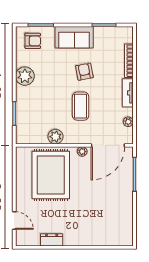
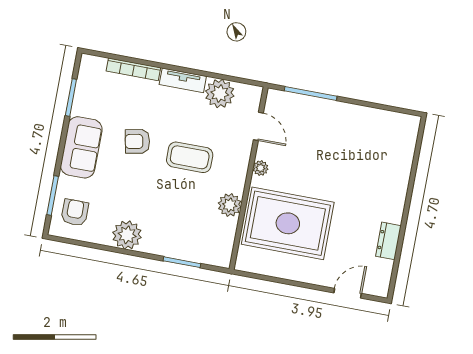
plant: (128, 122) -> (220, 93), width x1.88, depth x1.88
door: (108, 145) -> (258, 126), width x0.53

